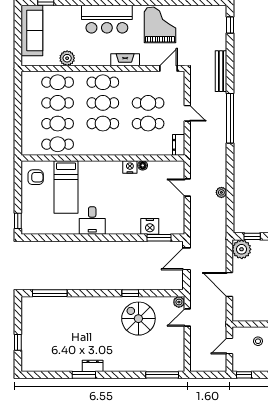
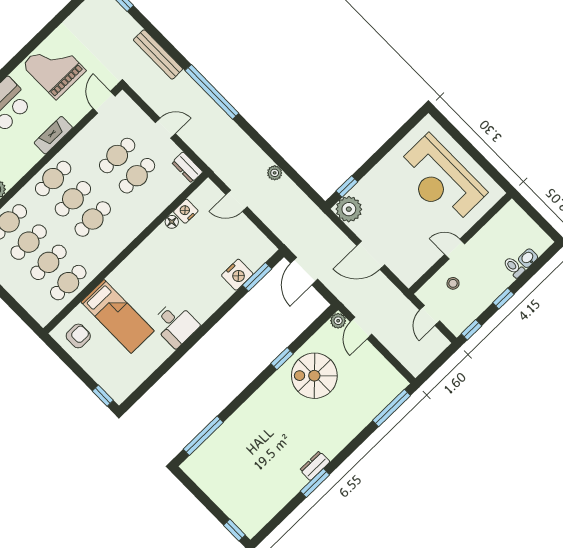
nightstand: (130, 167) -> (186, 211), moved
window: (18, 342) -> (234, 530), moved

